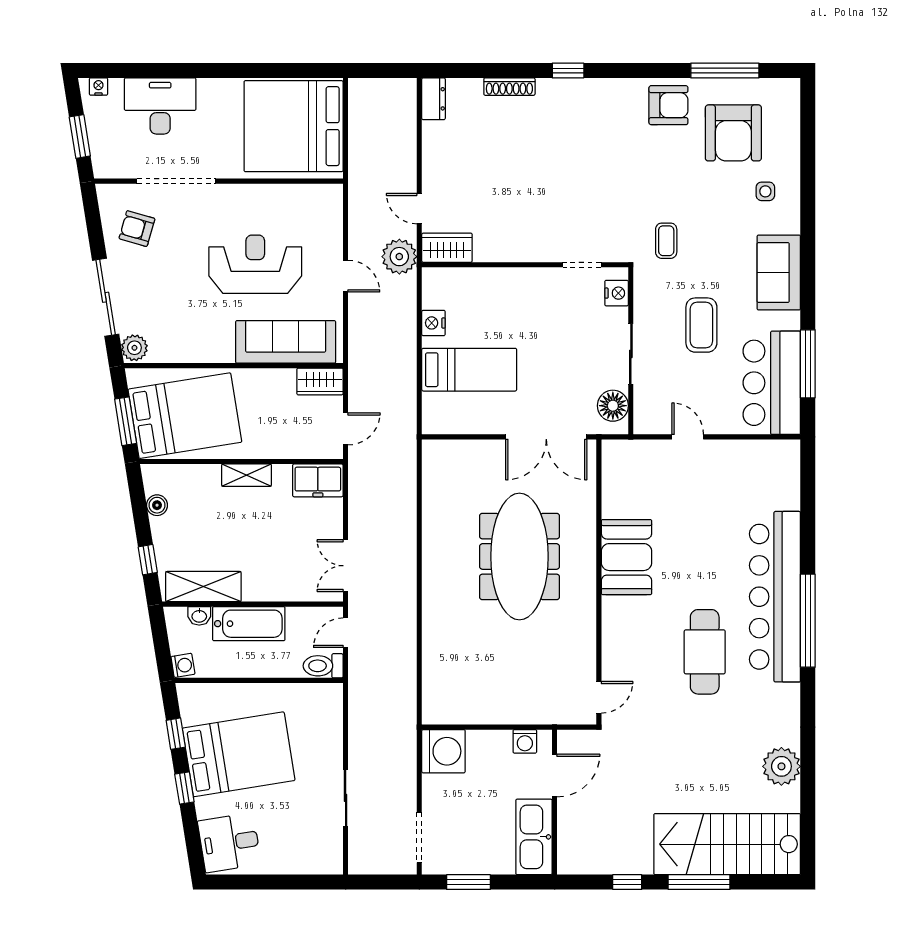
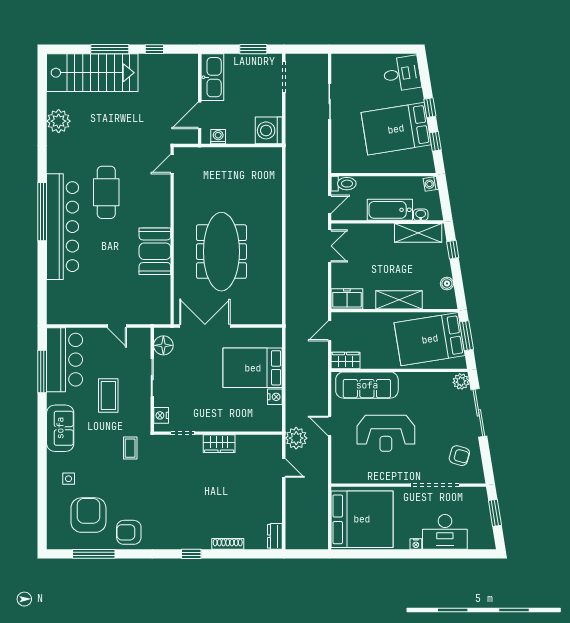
nightstand: (98, 87) -> (416, 544), moved
wardrobe: (447, 248) -> (219, 444), moved
bed: (469, 370) -> (253, 368), width x1.50
shelving: (247, 475) -> (399, 300), width x1.50, depth x1.33

